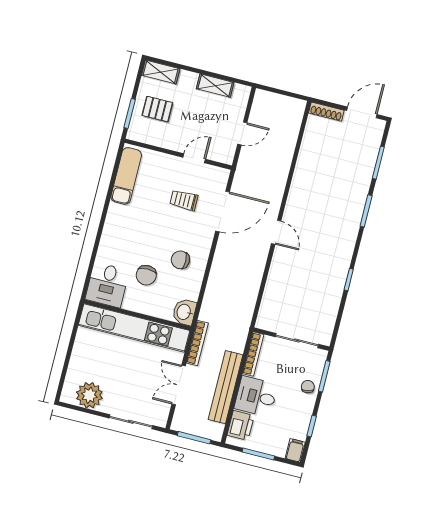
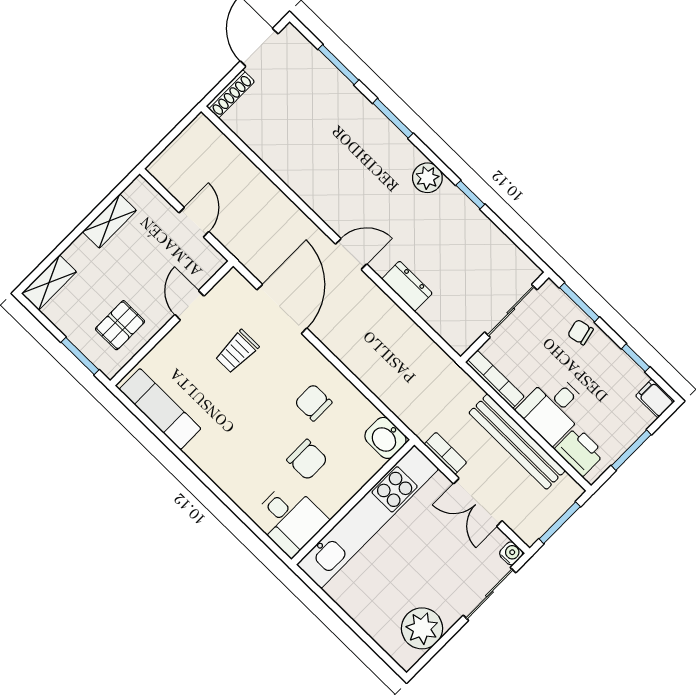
pallet: (157, 109) -> (120, 325), moved
plant: (344, 250) -> (427, 178), added
chair: (180, 260) -> (313, 402), turned 90
dresser: (276, 274) -> (407, 286), added
bookcase: (197, 343) -> (445, 453), width x0.64
water cooler: (161, 421) -> (511, 553), added

